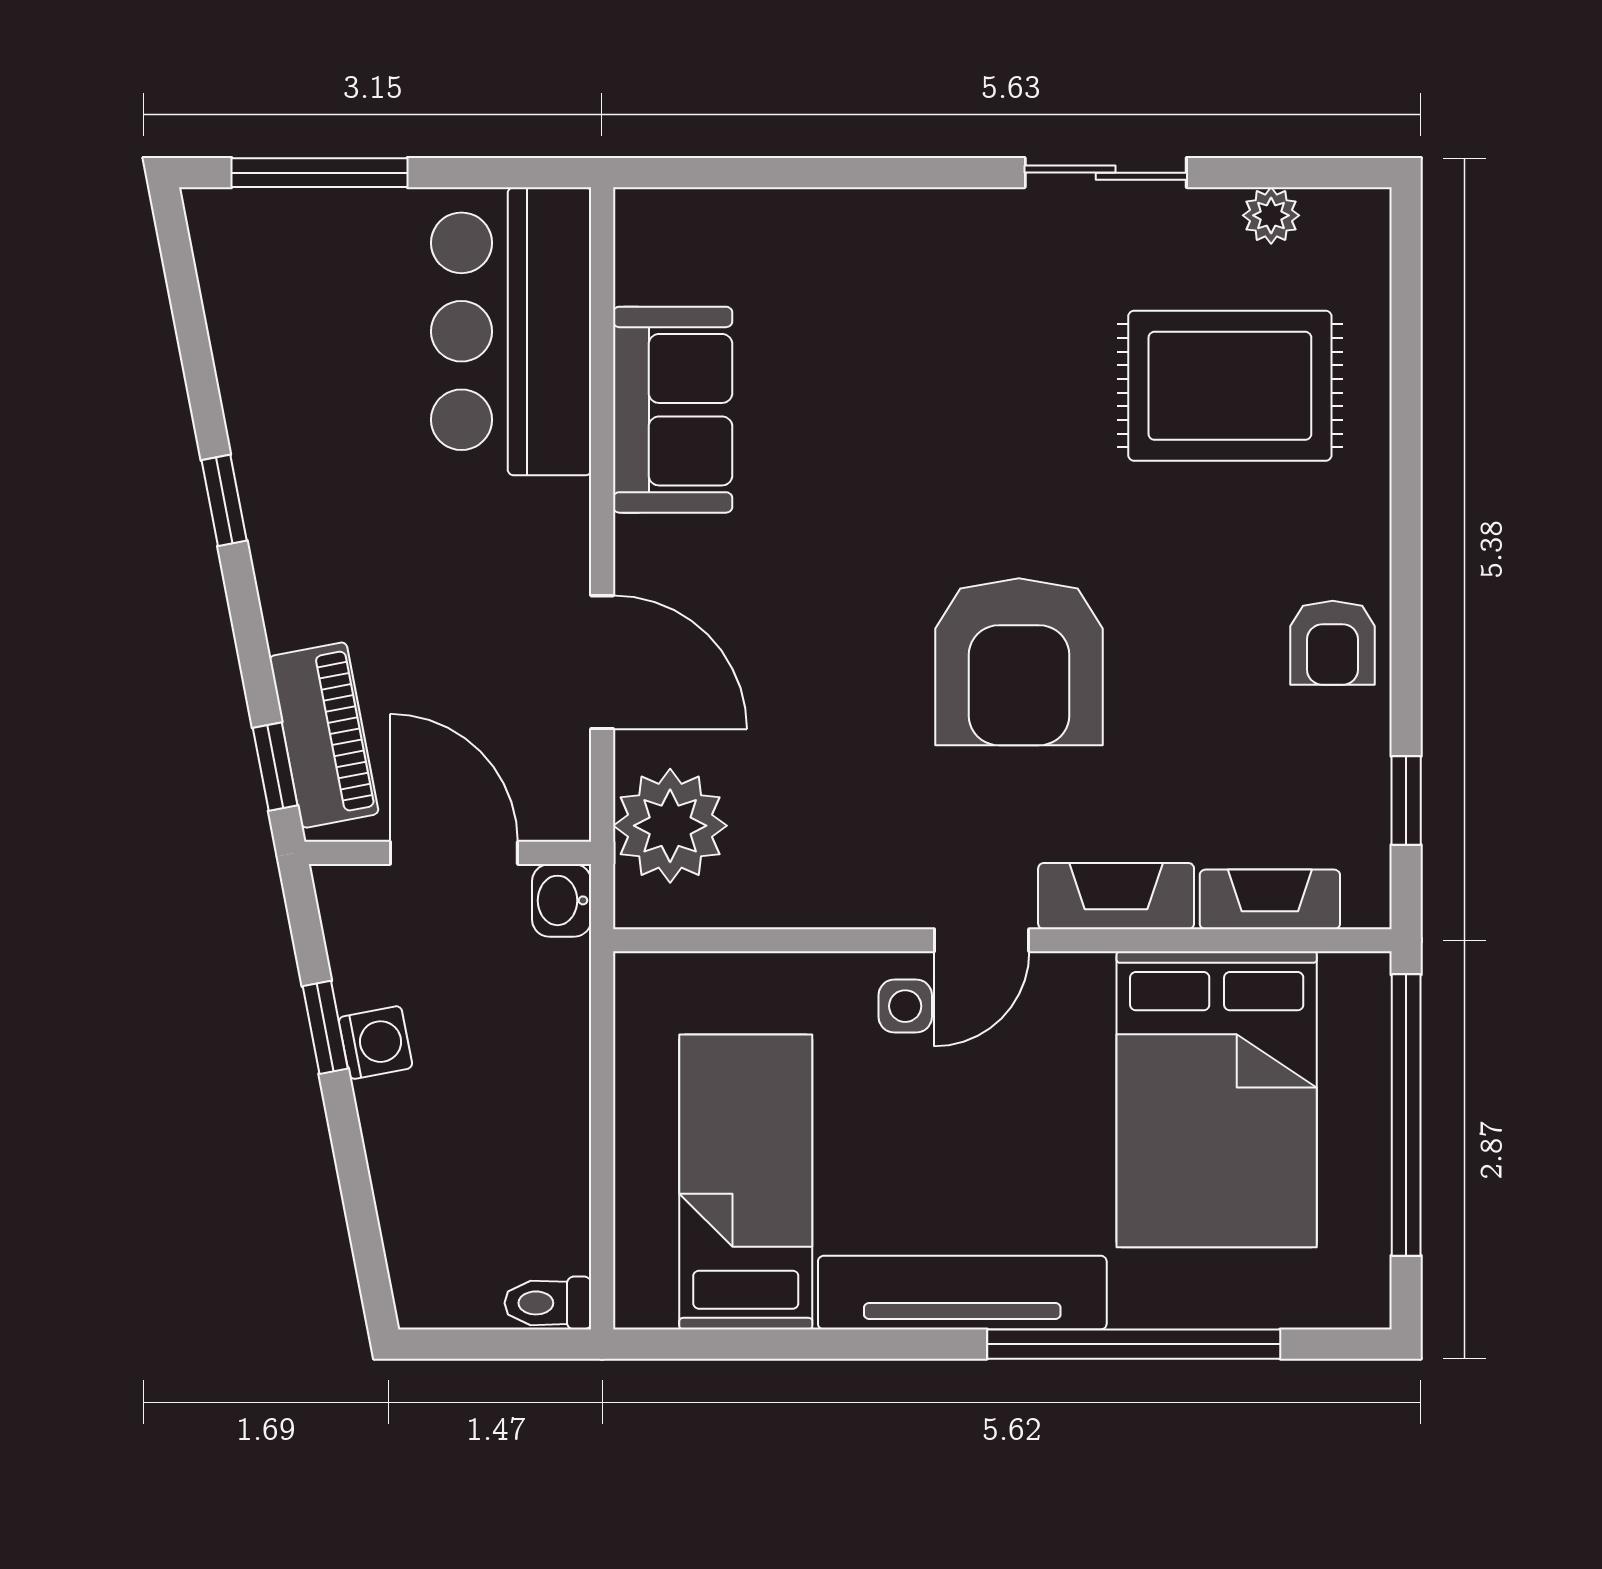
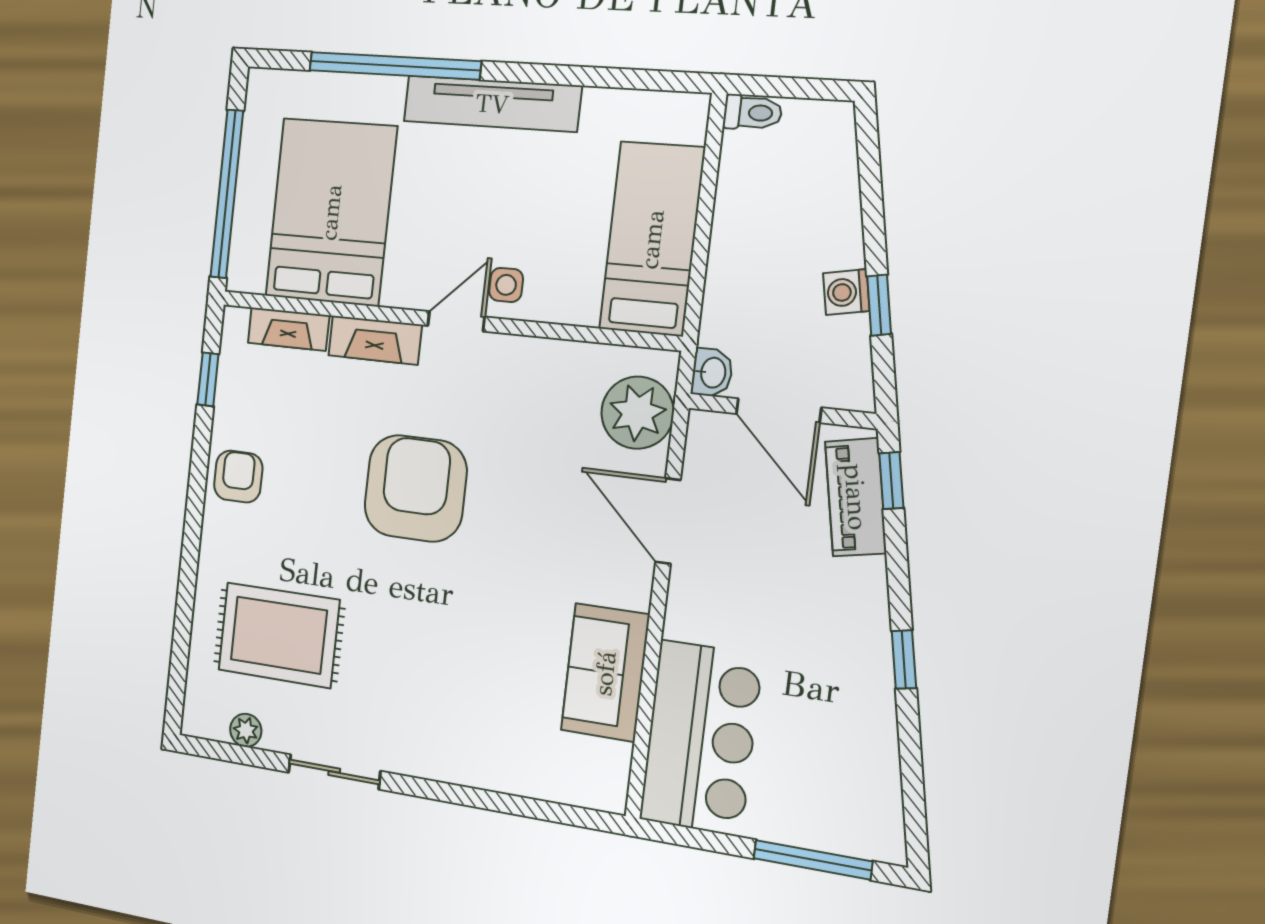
bed: (746, 1182) -> (652, 239), moved, turned 180

